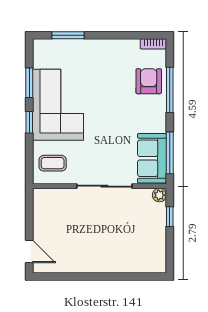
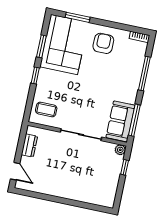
armchair: (149, 81) -> (103, 43), moved
corner sofa: (58, 105) -> (64, 45), moved
dresser: (41, 214) -> (29, 145), added

